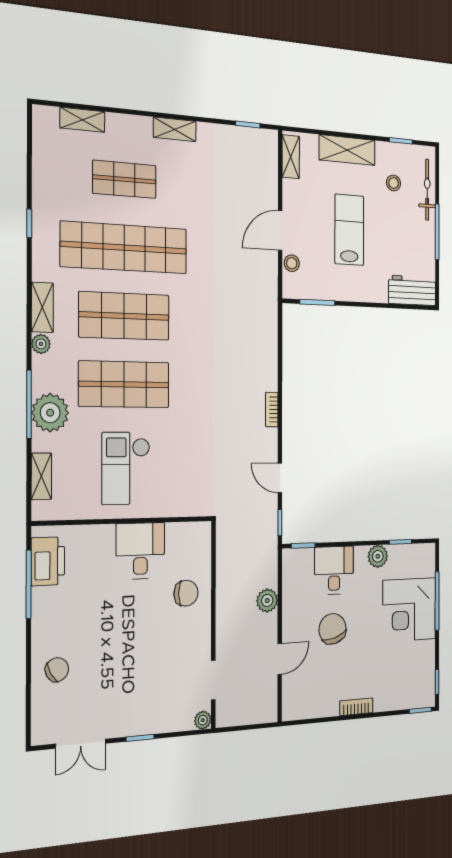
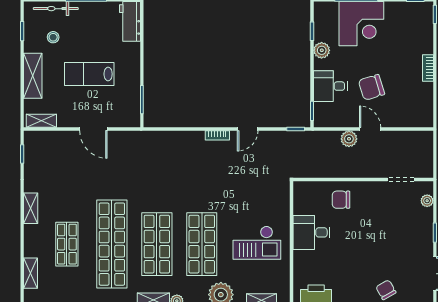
stool: (292, 263) -> (115, 120), removed
door: (280, 478) -> (248, 129), moved
chair: (186, 593) -> (341, 200), turned -90
door: (280, 659) -> (370, 129), moved
plant: (203, 720) -> (427, 201), moved

